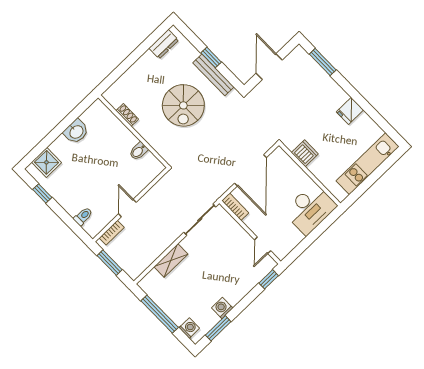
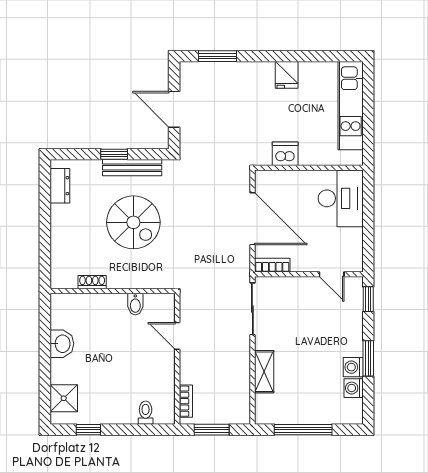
door: (127, 208) -> (177, 336), moved
washing machine: (189, 328) -> (354, 388), moved, turned -90
window: (218, 328) -> (368, 358), moved

